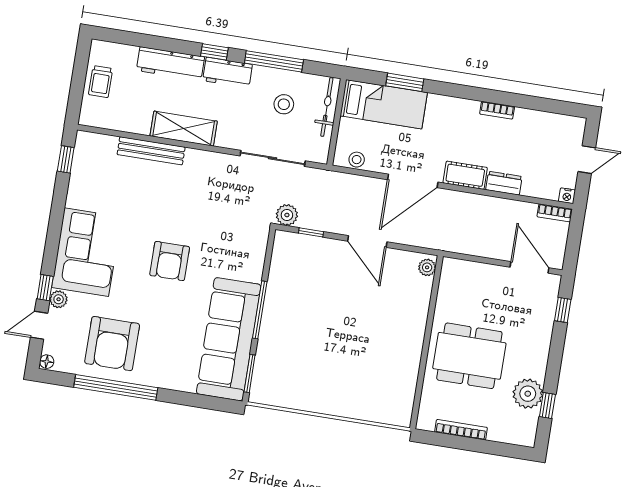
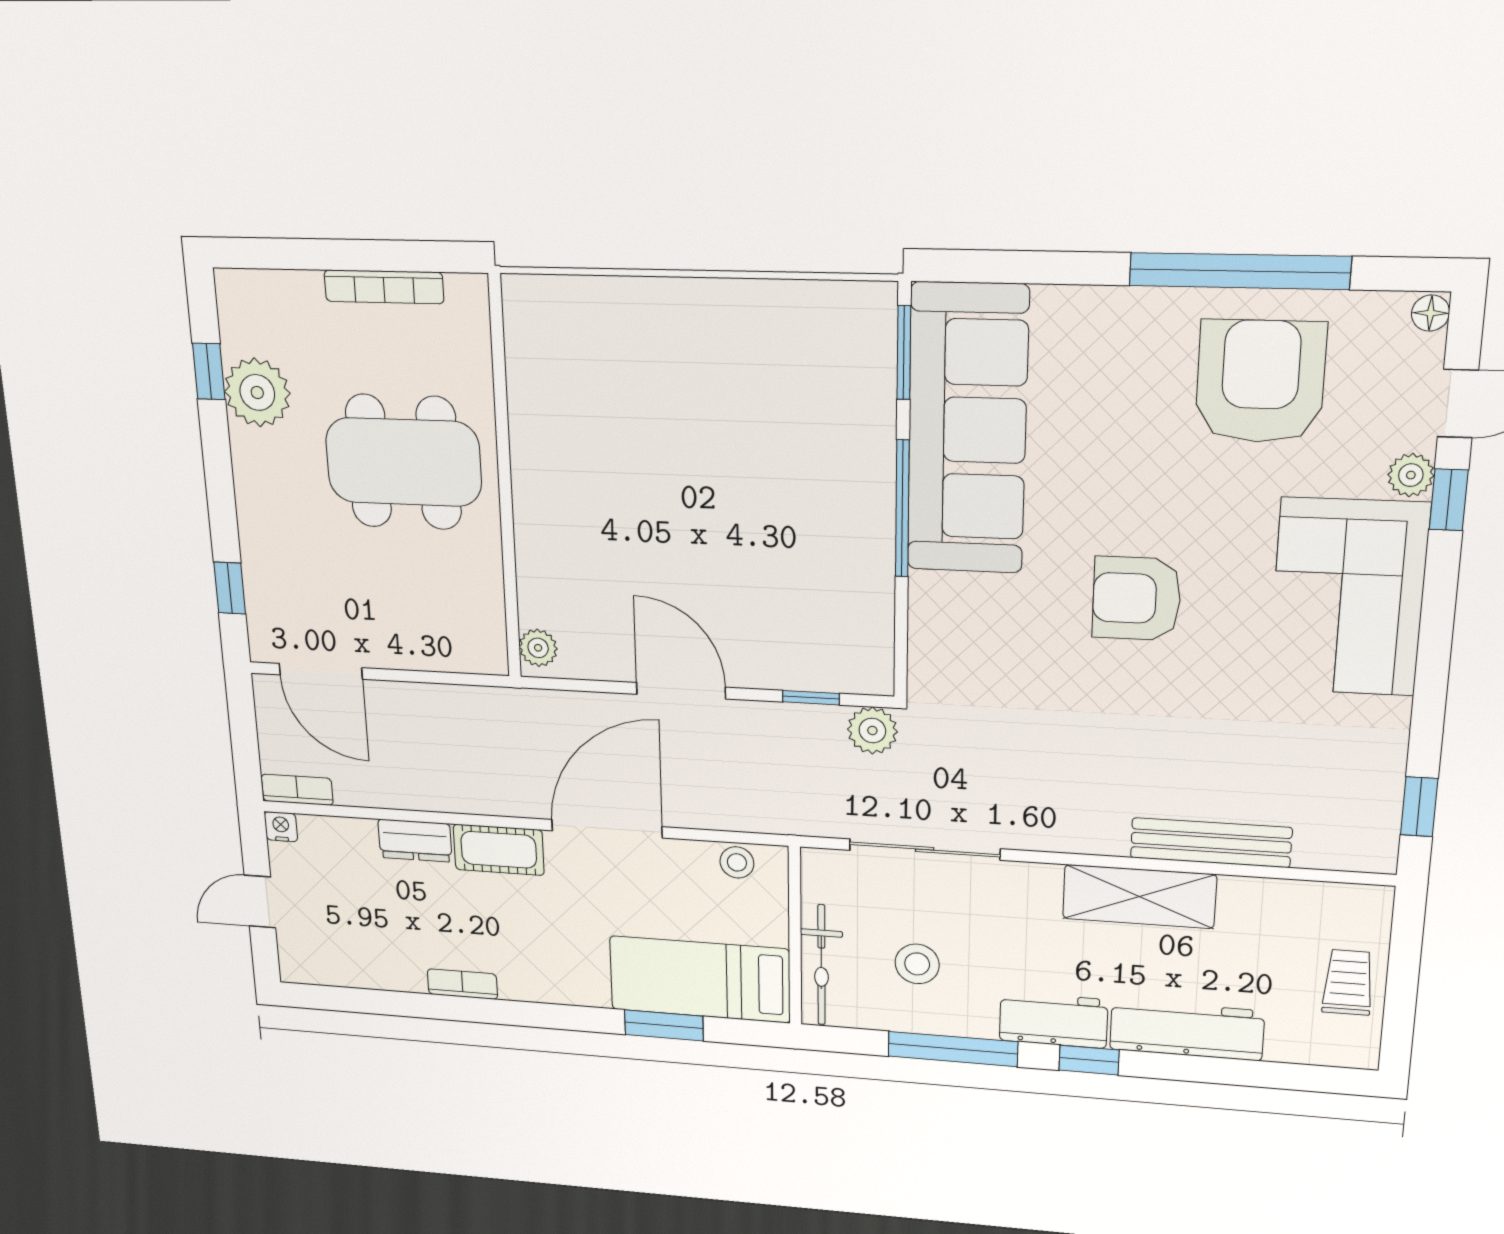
armchair: (170, 261) -> (1137, 598), turned -90

